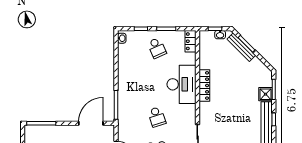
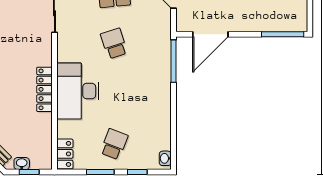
school desk: (157, 48) -> (114, 144), turned 45

